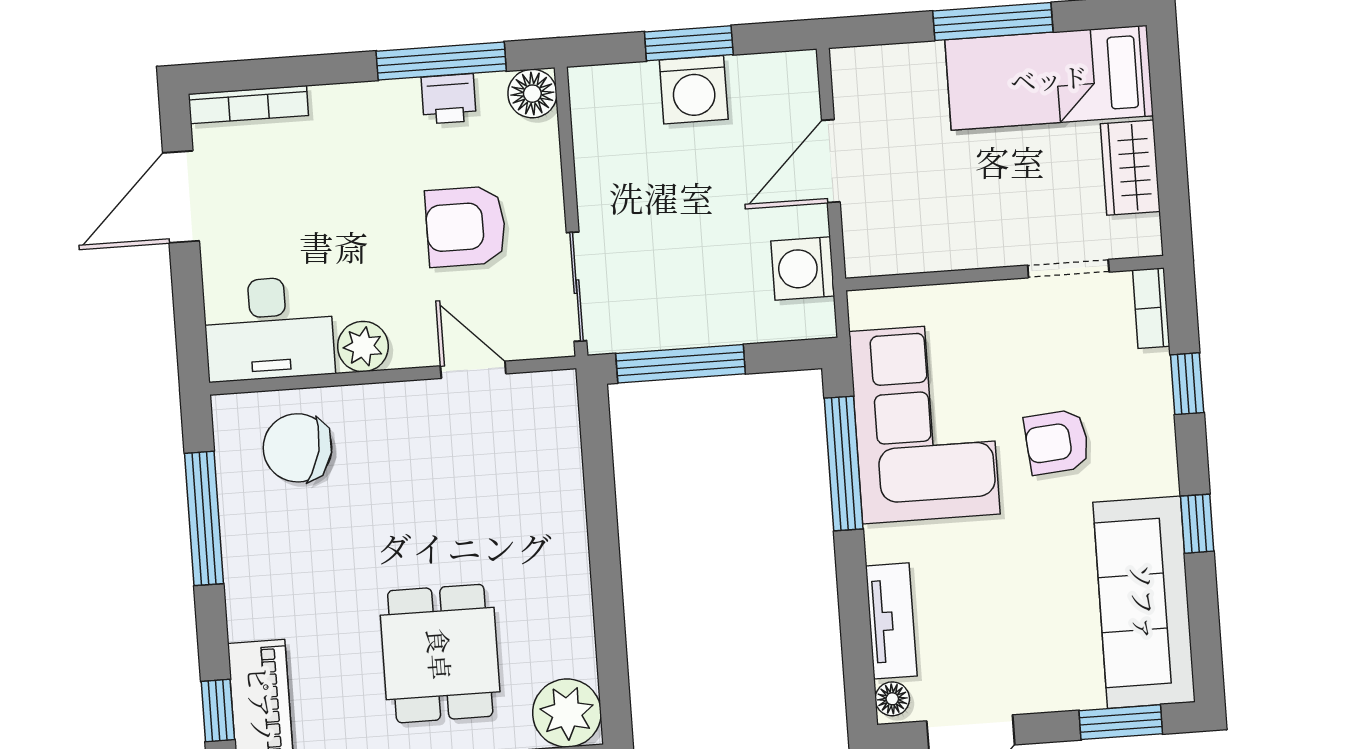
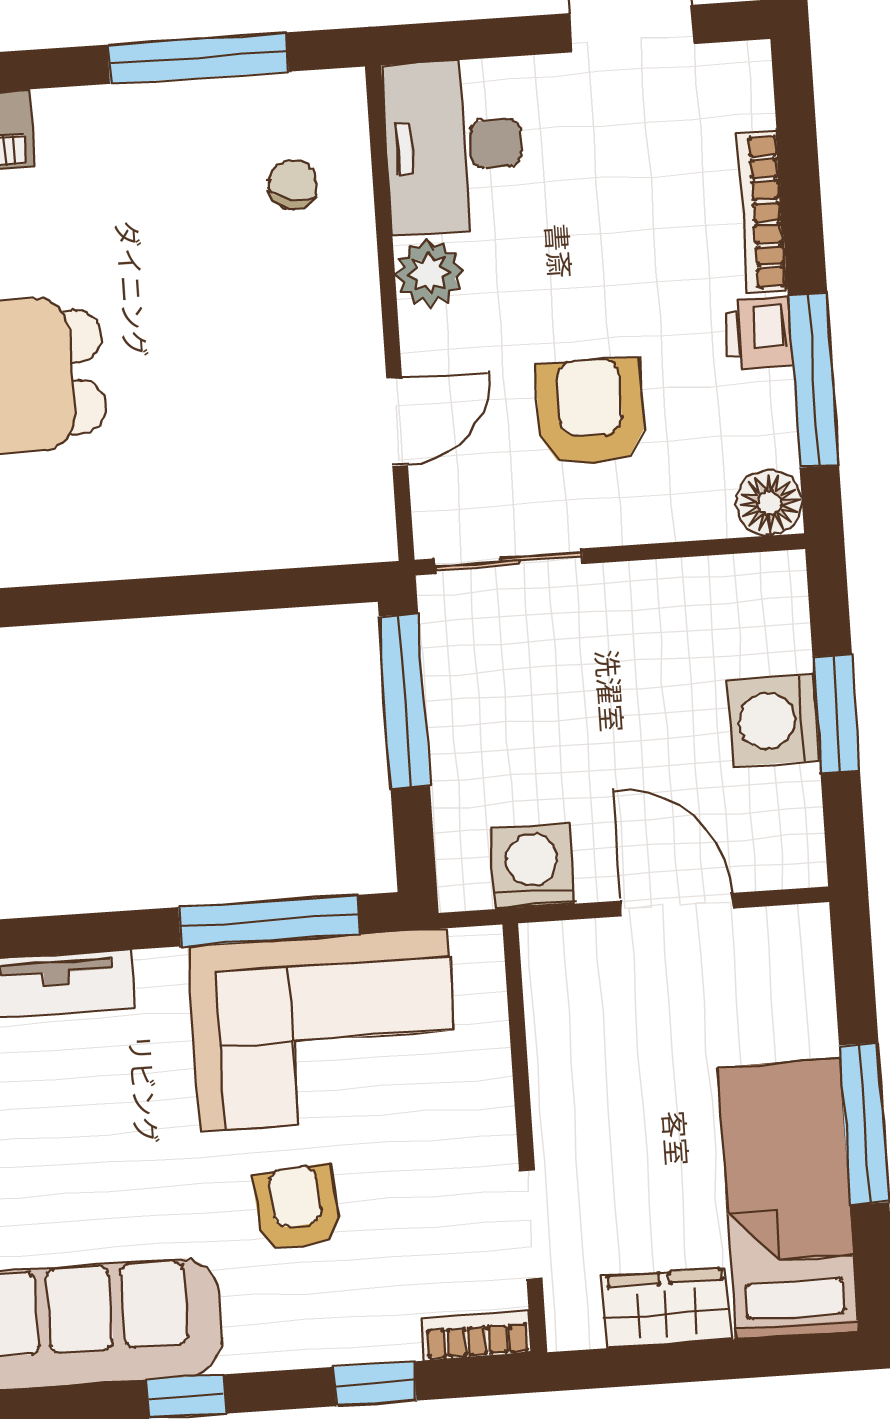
printer: (449, 99) -> (759, 333), moved
bookcase: (248, 105) -> (762, 212), moved
chair: (298, 448) -> (293, 185), width x0.54, depth x0.54

